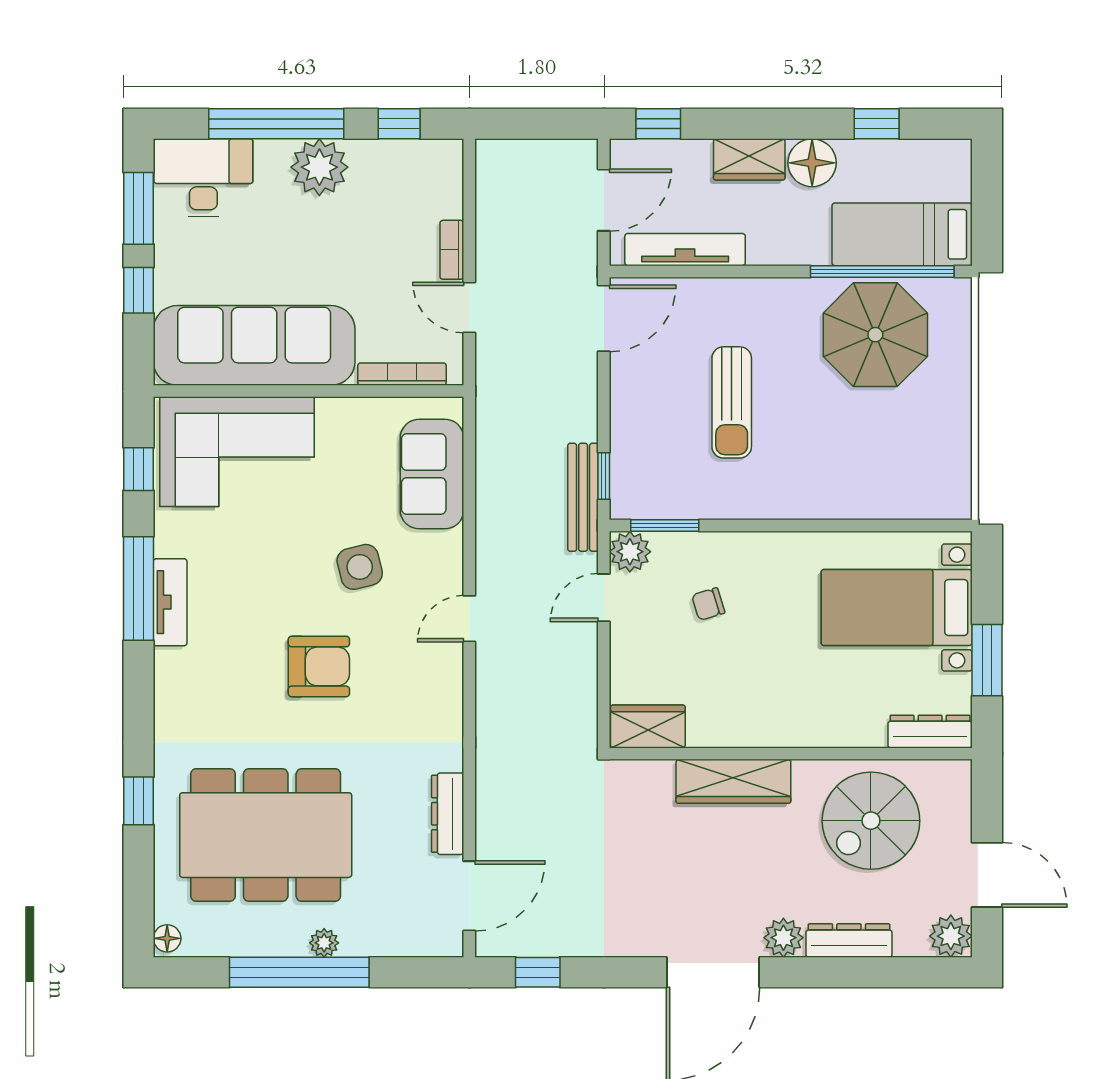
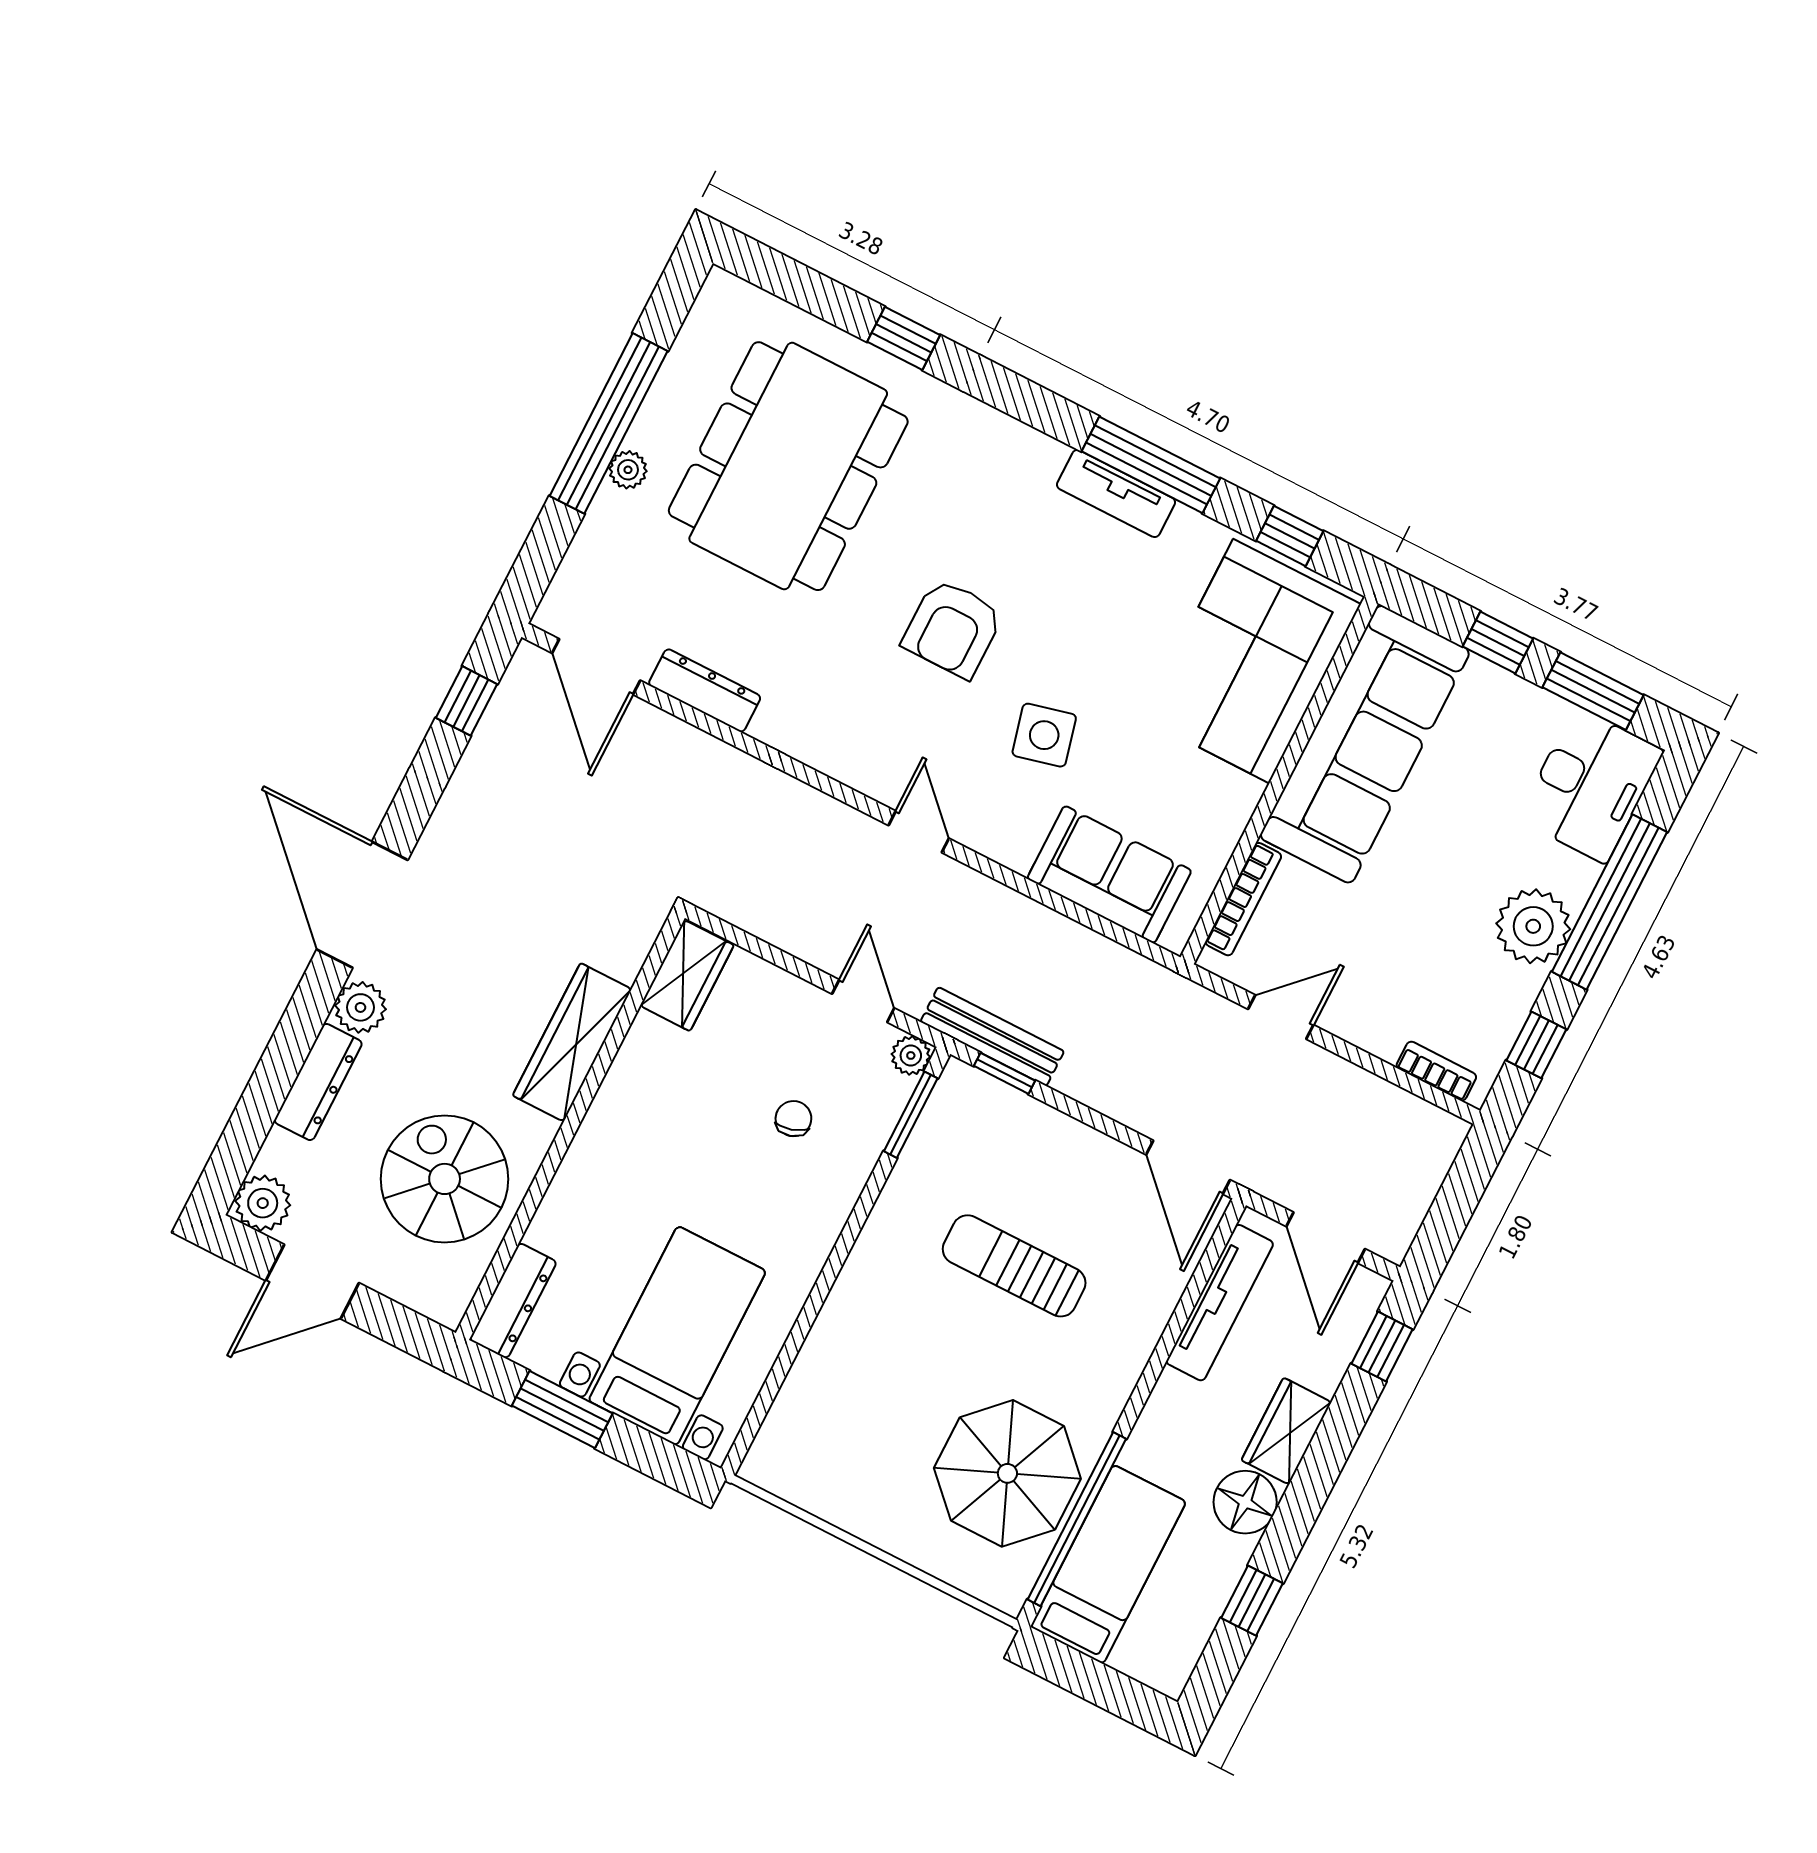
bookcase: (452, 250) -> (1436, 1071), moved
plant: (630, 552) -> (911, 1055), width x0.73, depth x0.73
floor lamp: (167, 938) -> (727, 290), removed

